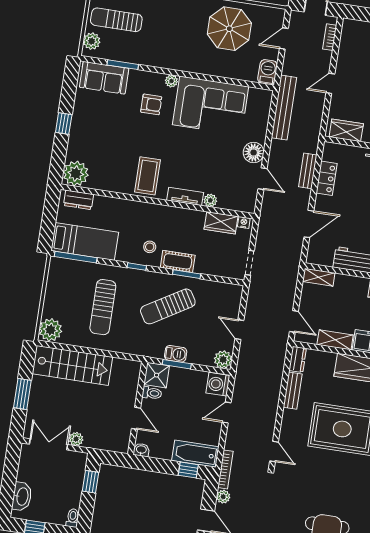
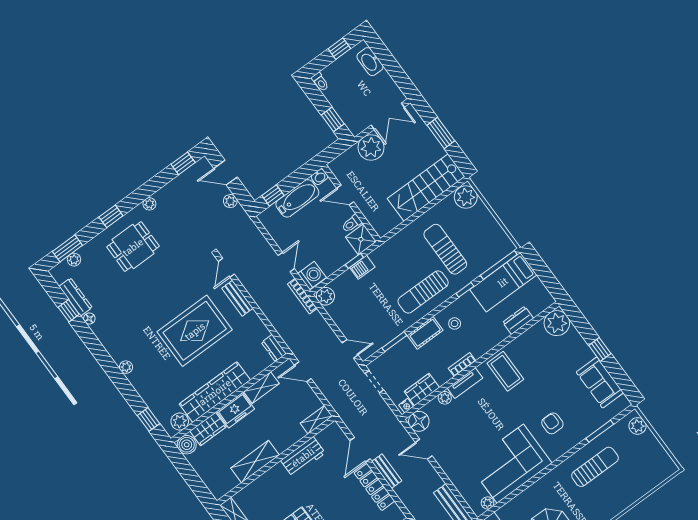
sun lounger: (116, 20) -> (595, 467), moved
sofa: (104, 78) -> (600, 382), moved, turned -90
plant: (171, 81) -> (488, 503), moved
armchair: (151, 104) -> (552, 423), turned 90
floor lamp: (254, 152) -> (419, 421), moved
bench: (308, 171) -> (387, 471), moved
locker: (327, 178) -> (374, 487), width x1.53
dresser: (79, 200) -> (518, 320), moved
bookcase: (174, 212) -> (462, 365), added
window: (137, 267) -> (465, 290), moved
window: (187, 274) -> (394, 342), moved
sun lounger: (168, 306) -> (423, 292), moved, turned -149
door: (239, 330) -> (350, 349), moved
window: (177, 364) -> (354, 261), width x0.67
bench: (293, 391) -> (237, 298), moved
plant: (76, 439) -> (371, 147), width x1.88, depth x1.88
door: (274, 451) -> (226, 268), hinge flipped
bathtub: (195, 454) -> (297, 198), moved
bookcase: (225, 469) -> (302, 296), moved

